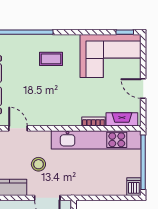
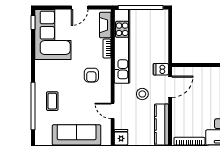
coffee table: (51, 59) -> (52, 101), moved
armchair: (61, 103) -> (91, 75), added
door: (18, 128) -> (113, 111), hinge flipped
dishwasher: (134, 187) -> (161, 69), moved

